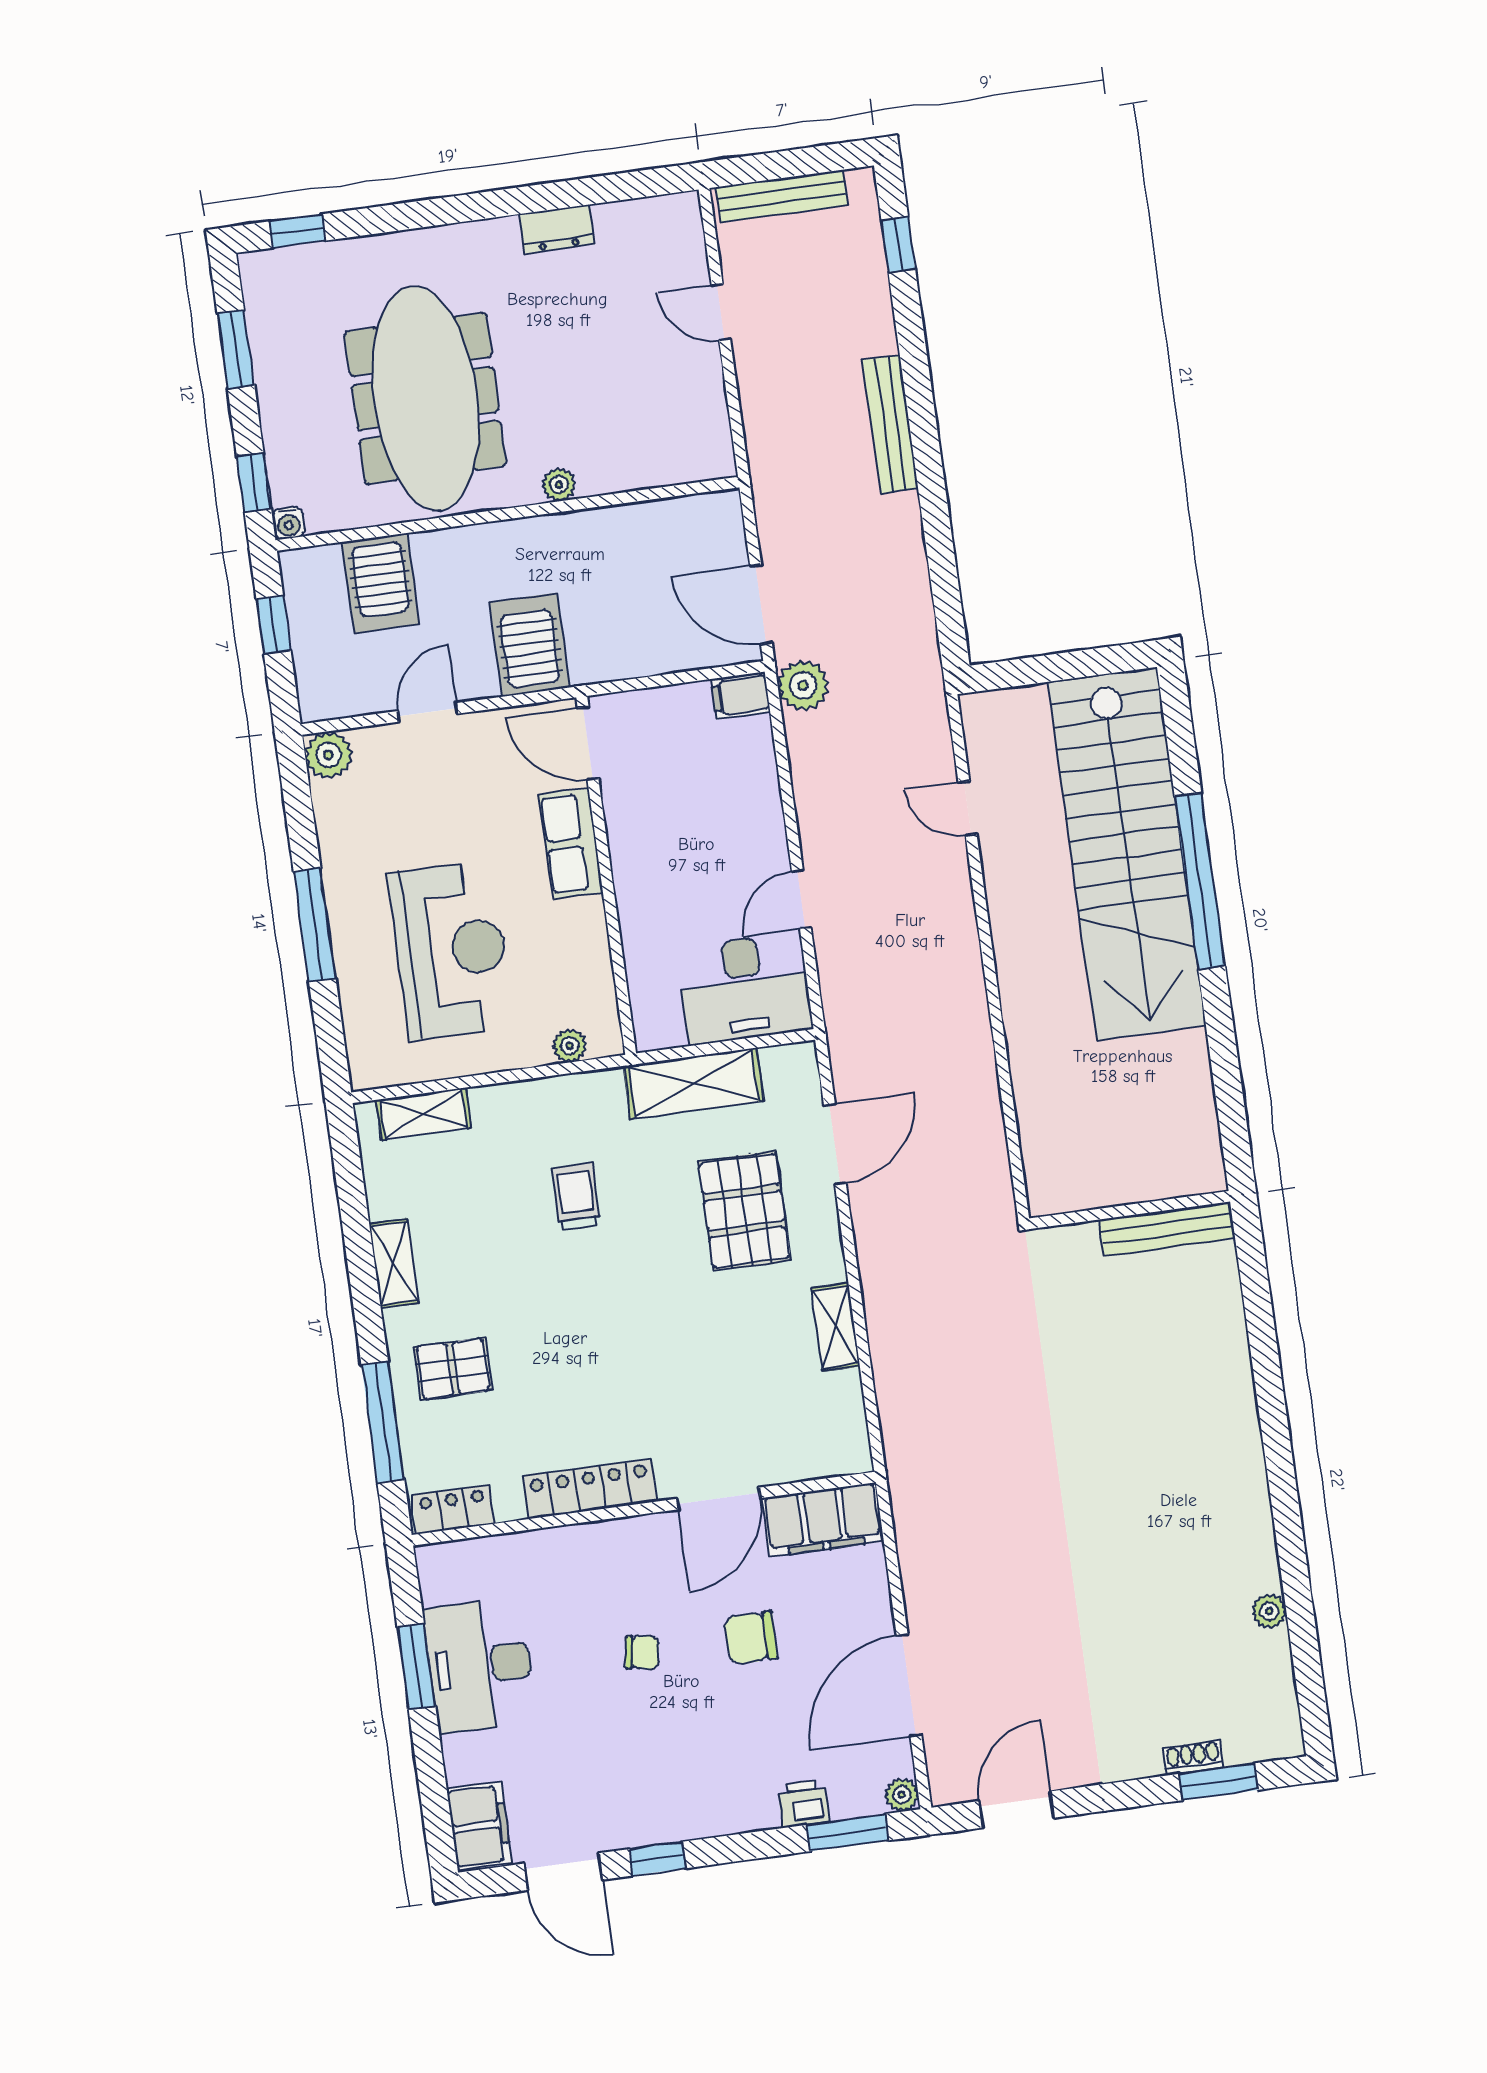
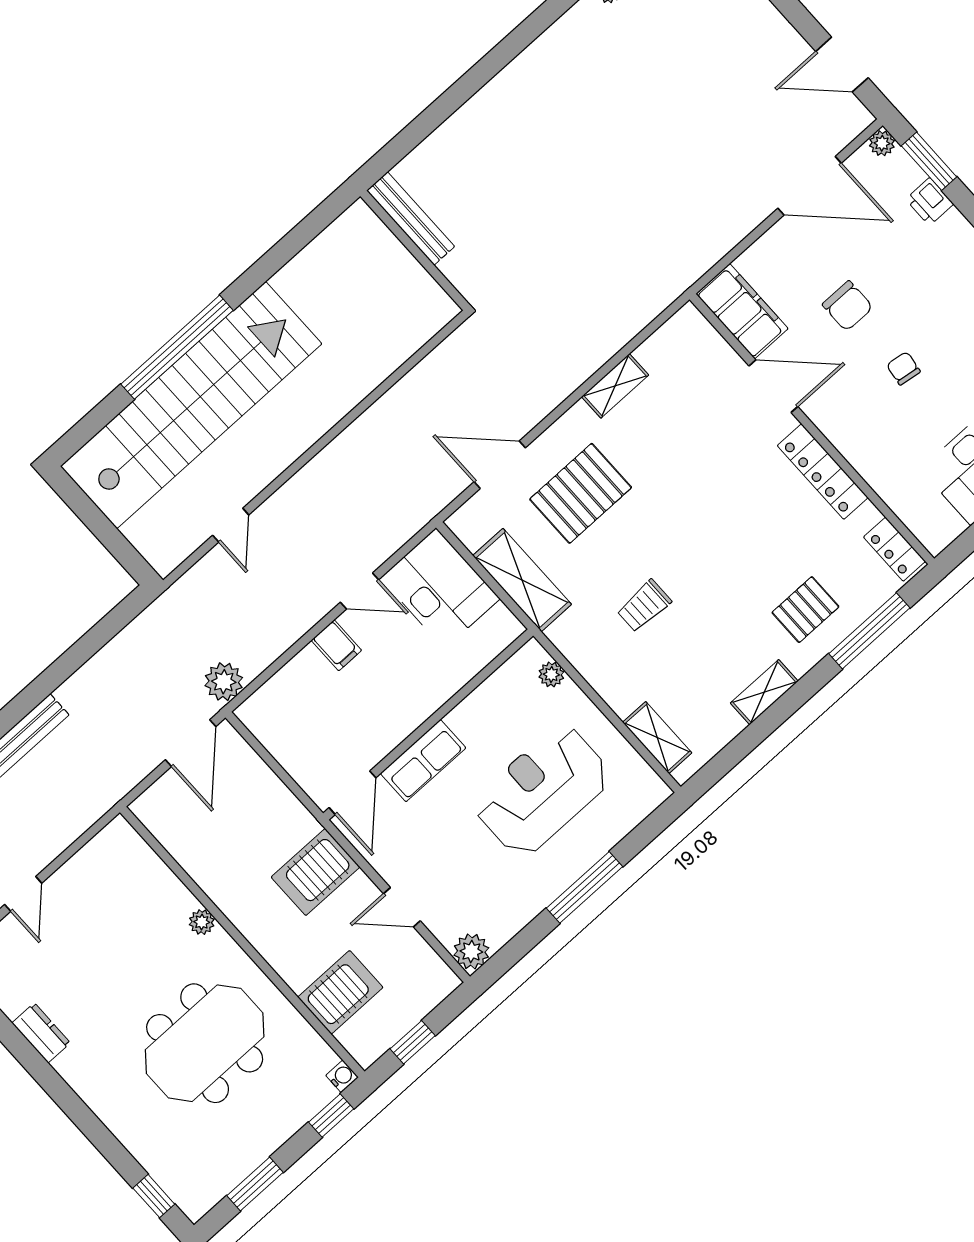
meeting table: (425, 399) -> (205, 1043), width x0.73
filing cabinet: (741, 695) -> (336, 645), moved
pallet: (453, 1369) -> (805, 610), turned 90

